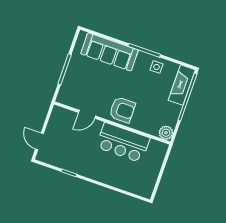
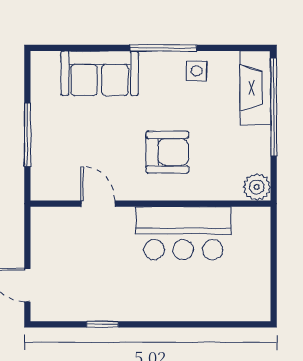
sofa: (110, 52) -> (100, 73), width x0.73
armchair: (122, 110) -> (167, 152), moved
door: (87, 114) -> (98, 204), swing flipped

